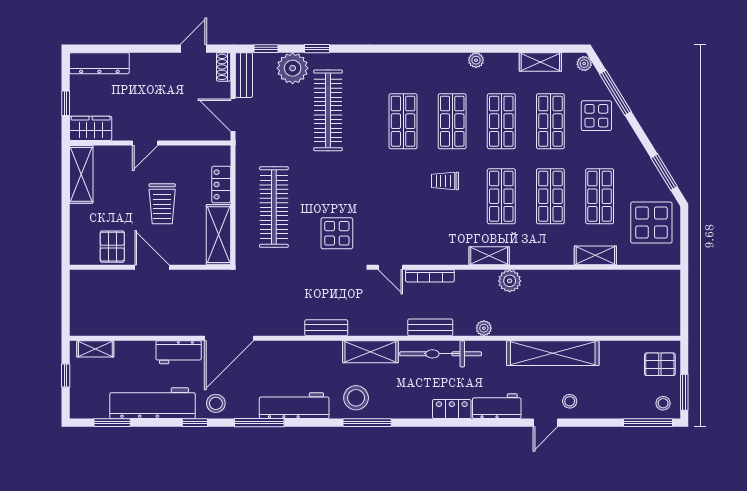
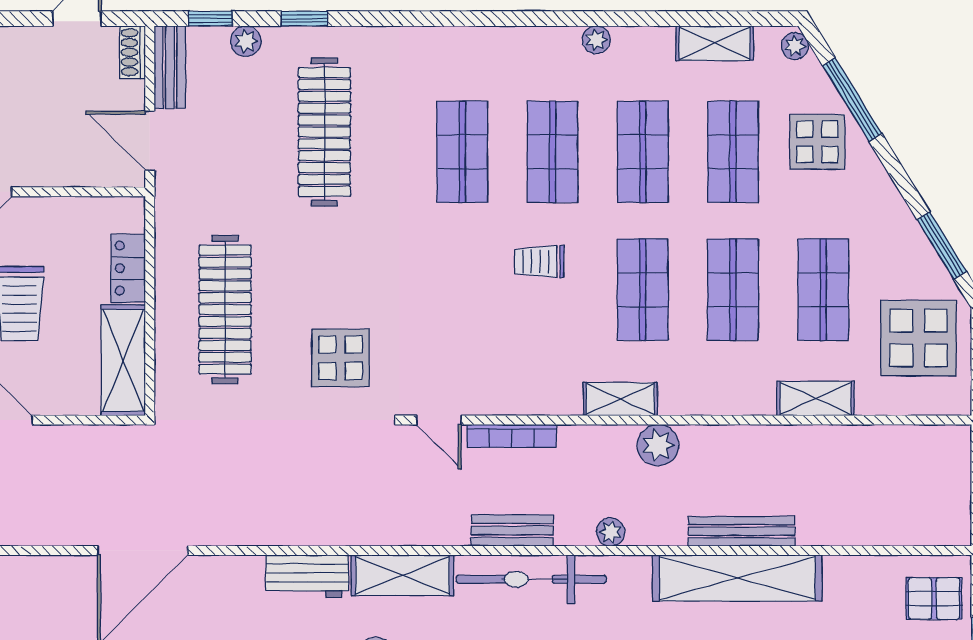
plant: (293, 68) -> (246, 41), width x0.53, depth x0.53
bench: (326, 328) -> (742, 531), moved, width x1.36
workbench: (179, 352) -> (307, 576), moved

